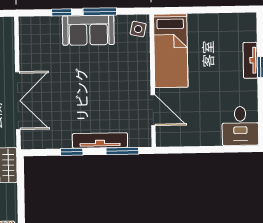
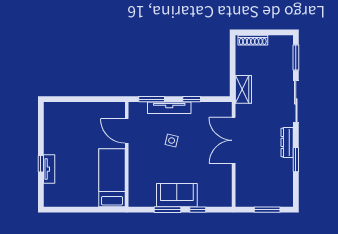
side table: (138, 29) -> (172, 141), moved
desk: (240, 126) -> (58, 117), removed

